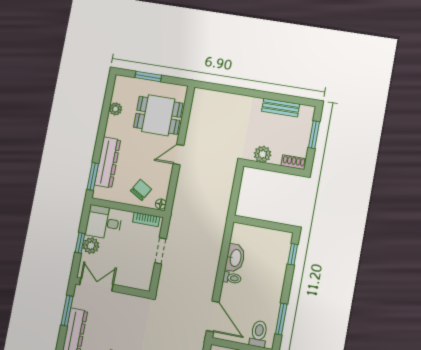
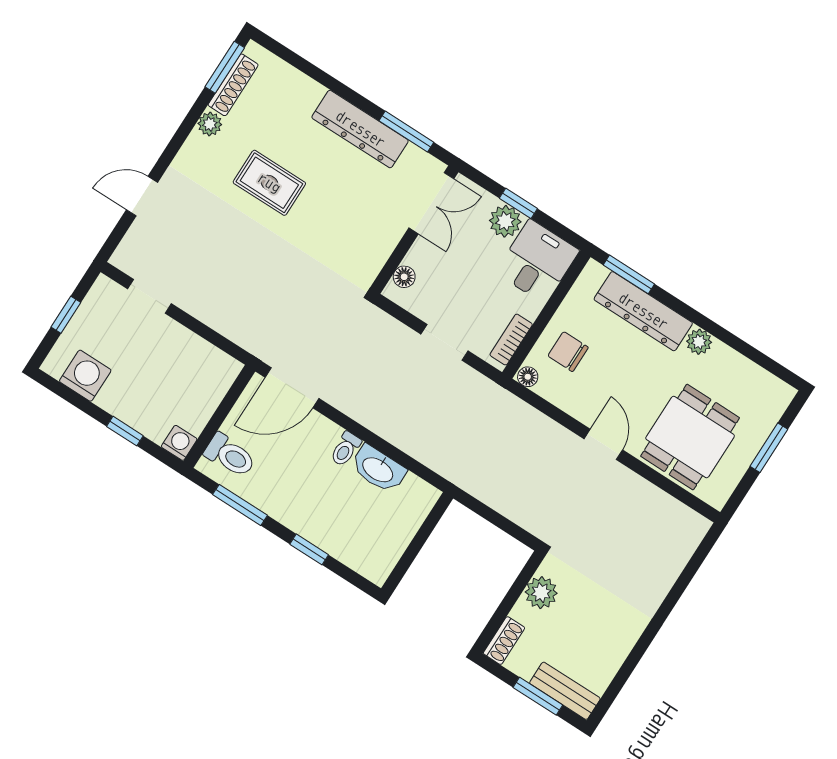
bench: (281, 108) -> (565, 691), moved, turned 90
plant: (116, 109) -> (699, 342), moved
chair: (141, 190) -> (568, 352), turned 149
window: (293, 254) -> (309, 549), moved
floor lamp: (137, 283) -> (404, 277), added

